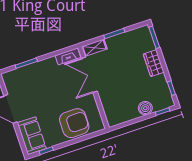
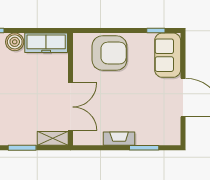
fireplace: (68, 56) -> (119, 139), moved
freezer: (122, 115) -> (46, 43), added
armchair: (74, 123) -> (109, 53), turned 180

